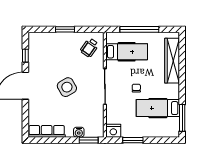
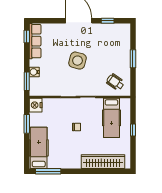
window: (139, 29) -> (133, 130), width x0.32
side table: (67, 87) -> (78, 61), turned 45
hospital bed: (158, 108) -> (39, 148), moved
window: (42, 140) -> (27, 36), added

